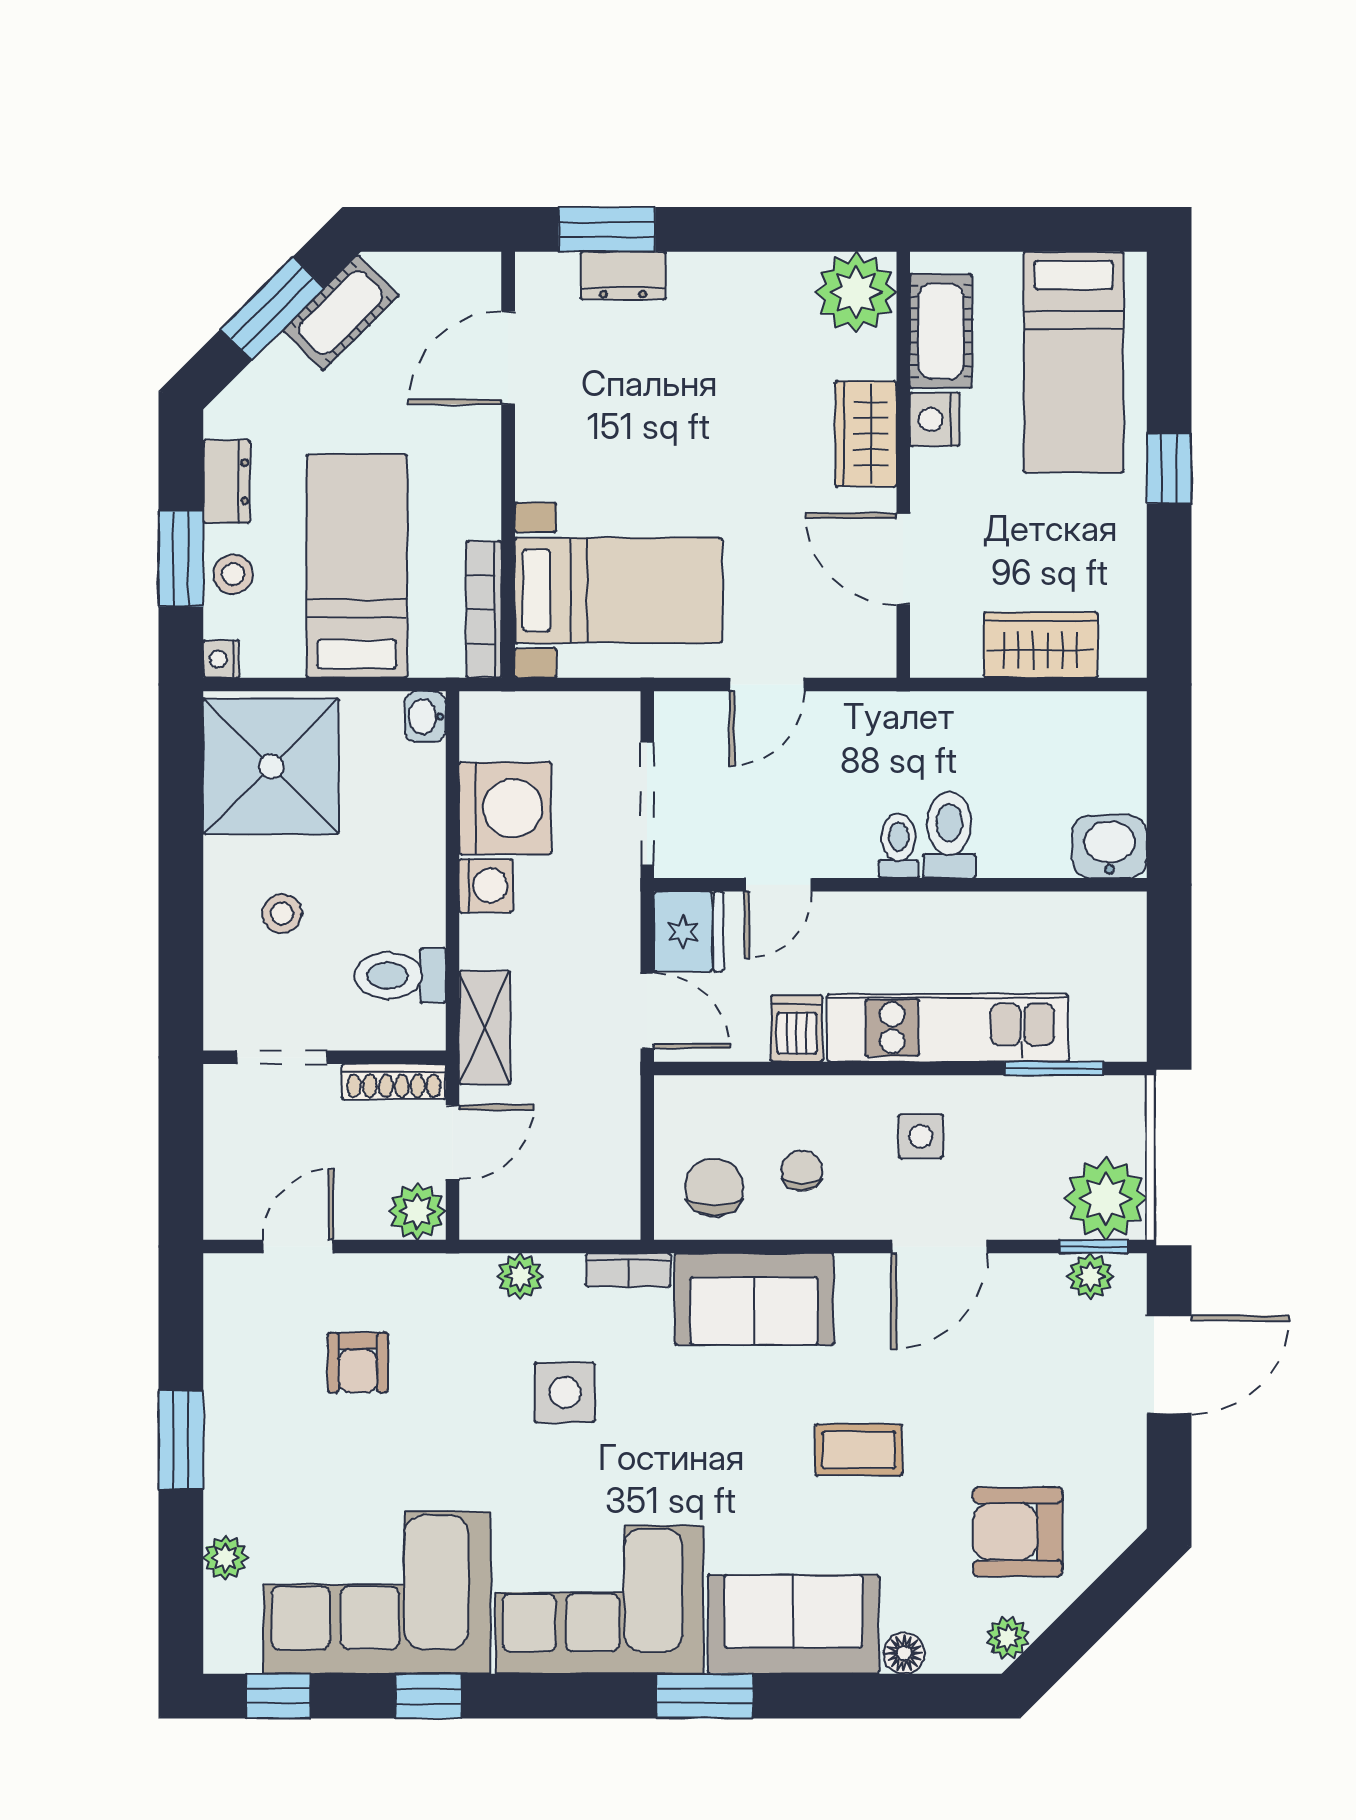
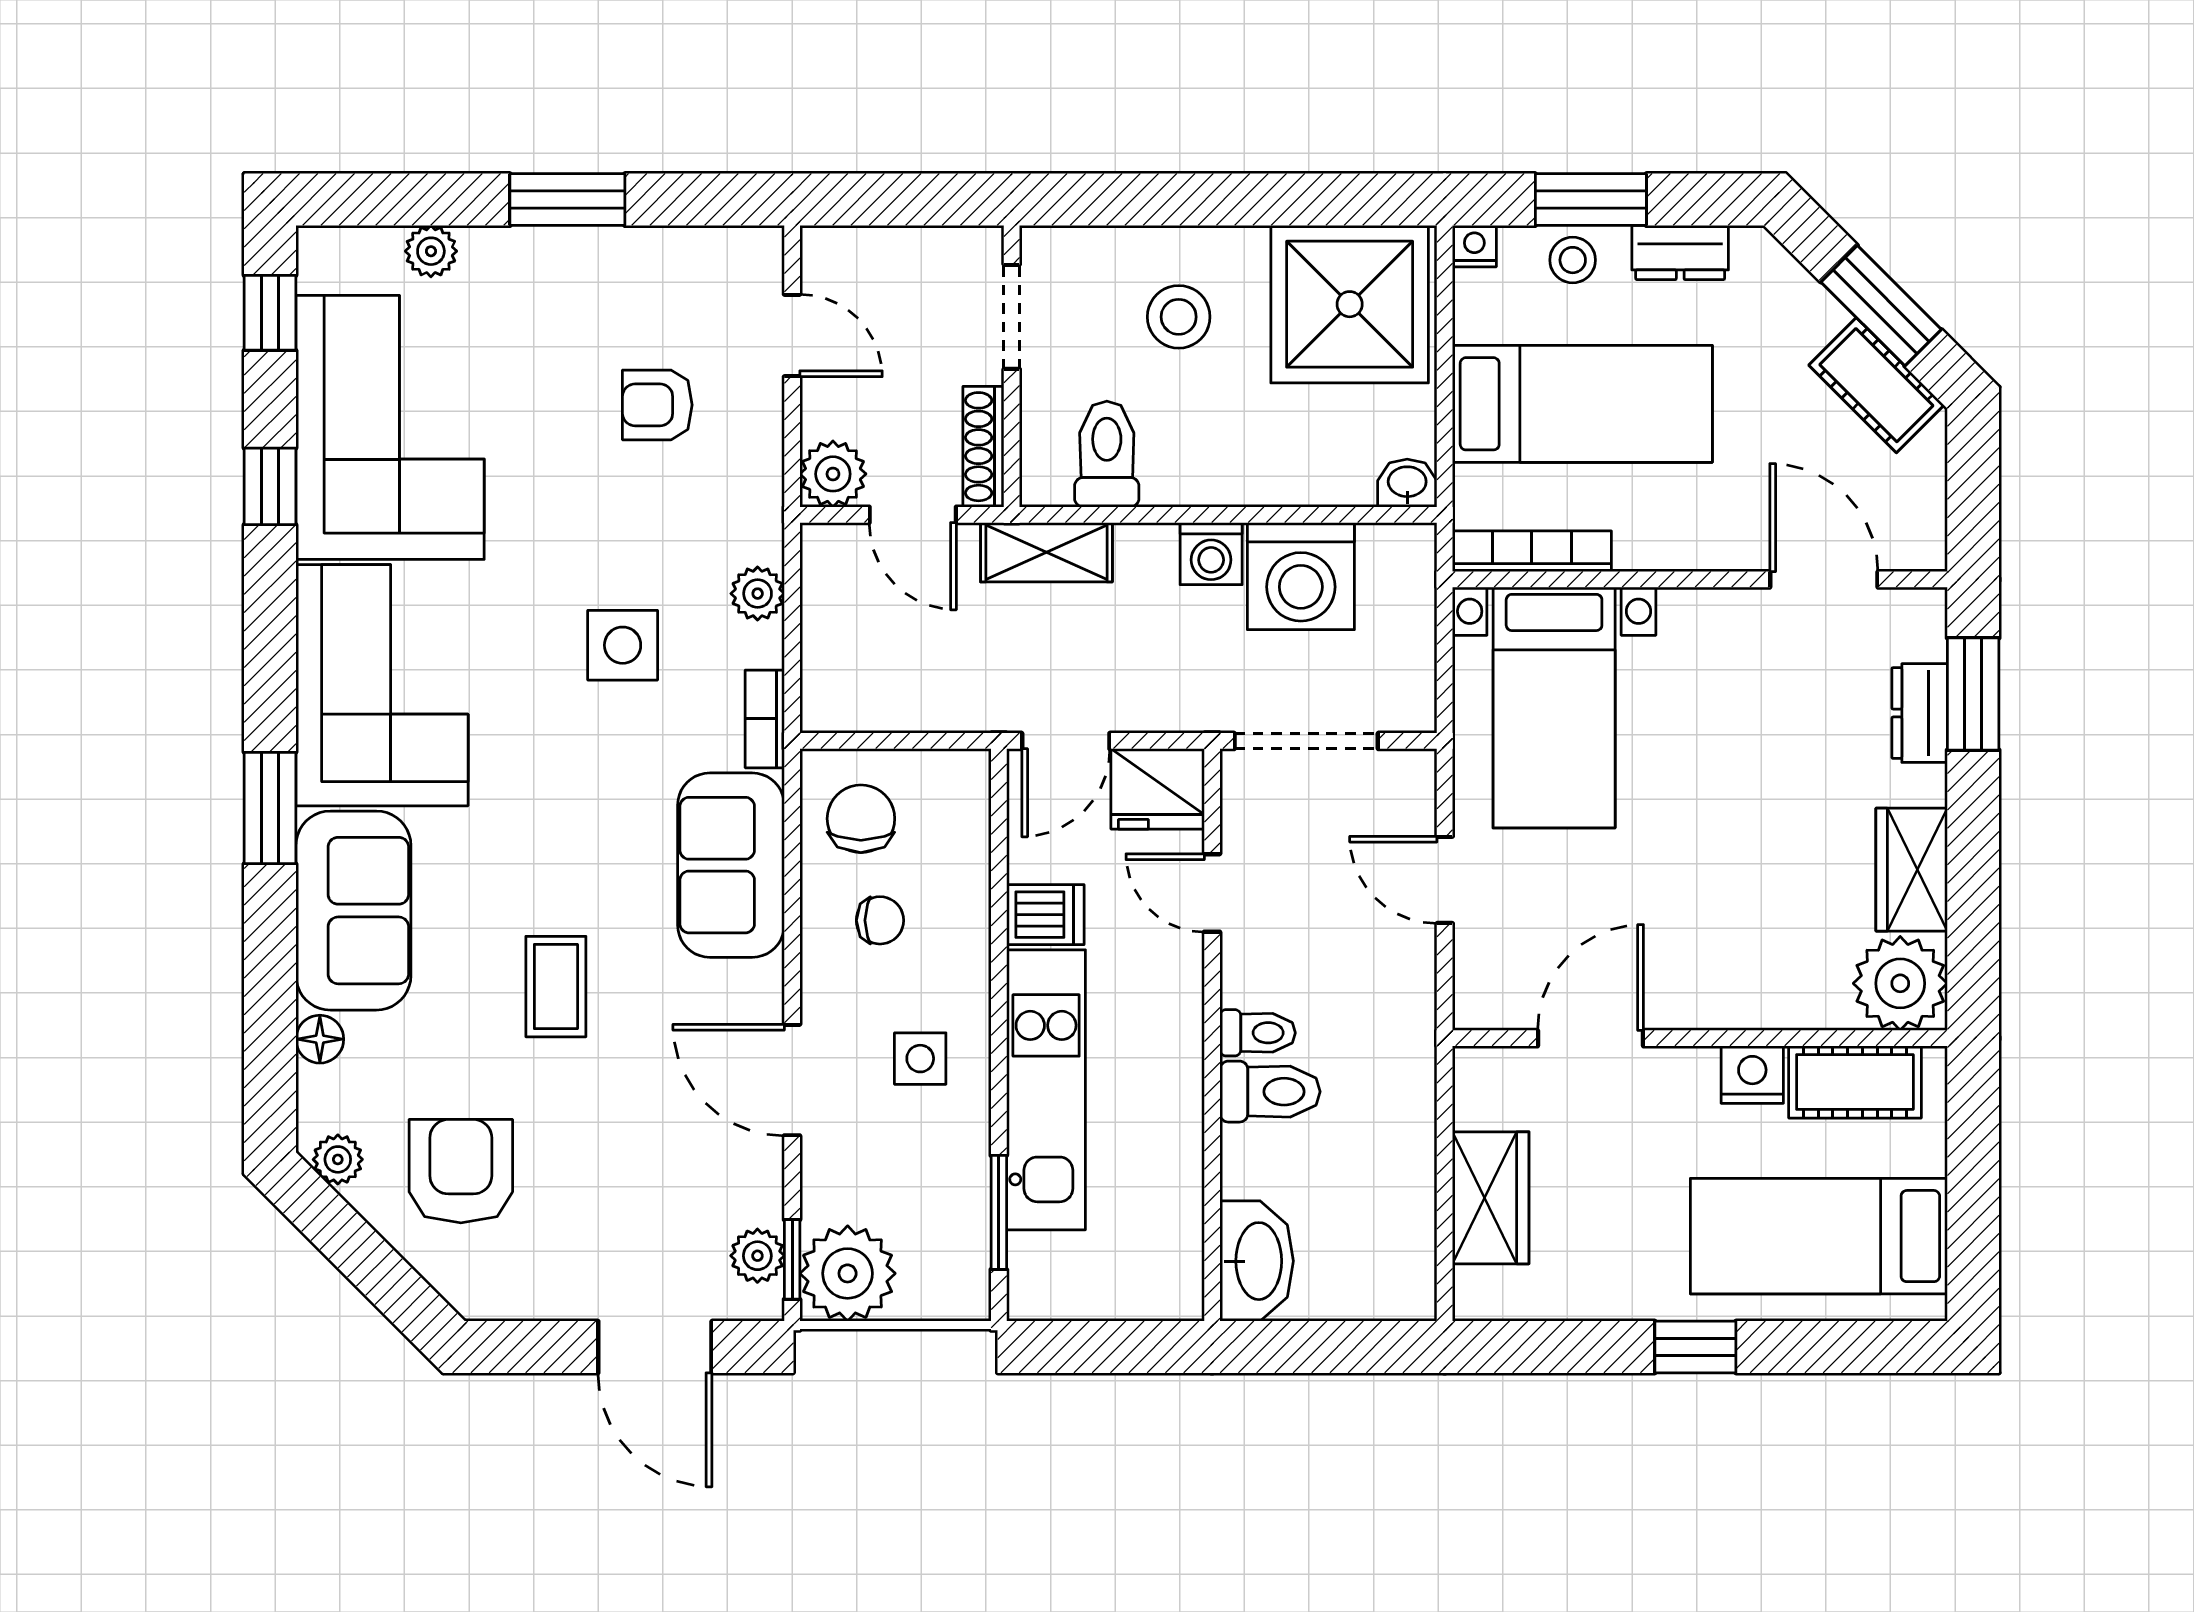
wardrobe: (866, 434) -> (1912, 870), moved, turned -90
washbasin: (1109, 846) -> (1257, 1261), width x1.38
stool: (282, 914) -> (1179, 317), width x1.37, depth x1.37
chair: (714, 1187) -> (861, 819), turned -90

